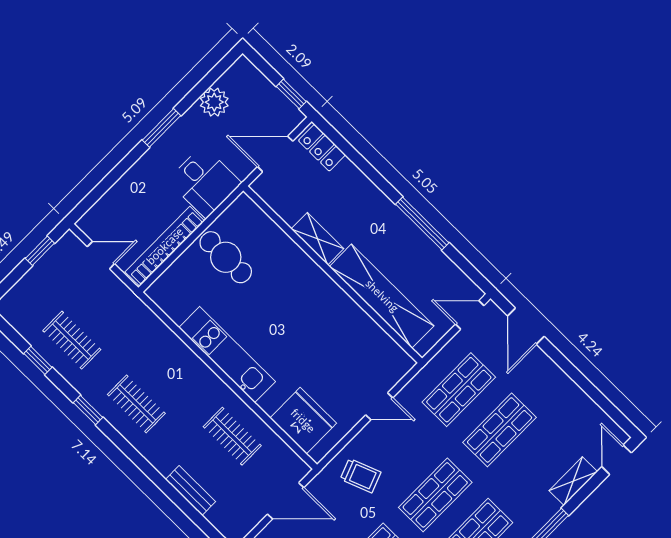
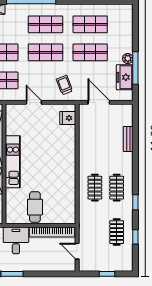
window: (40, 251) -> (107, 274), moved
kitchen unit: (227, 355) -> (13, 162), moved, turned 180
fridge: (303, 421) -> (68, 118), width x0.53, depth x0.75
clothes rail: (232, 436) -> (95, 188), moved

